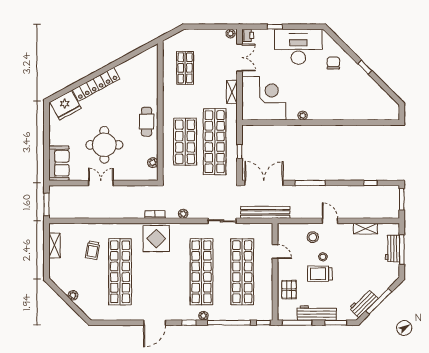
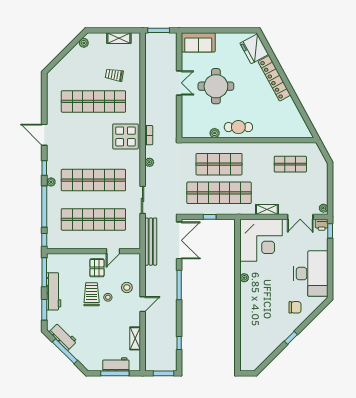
window: (275, 27) -> (330, 231), moved
plant: (153, 163) -> (215, 133), moved
pallet: (289, 290) -> (97, 268), moved, turned 90
plant: (73, 295) -> (84, 43), moved

